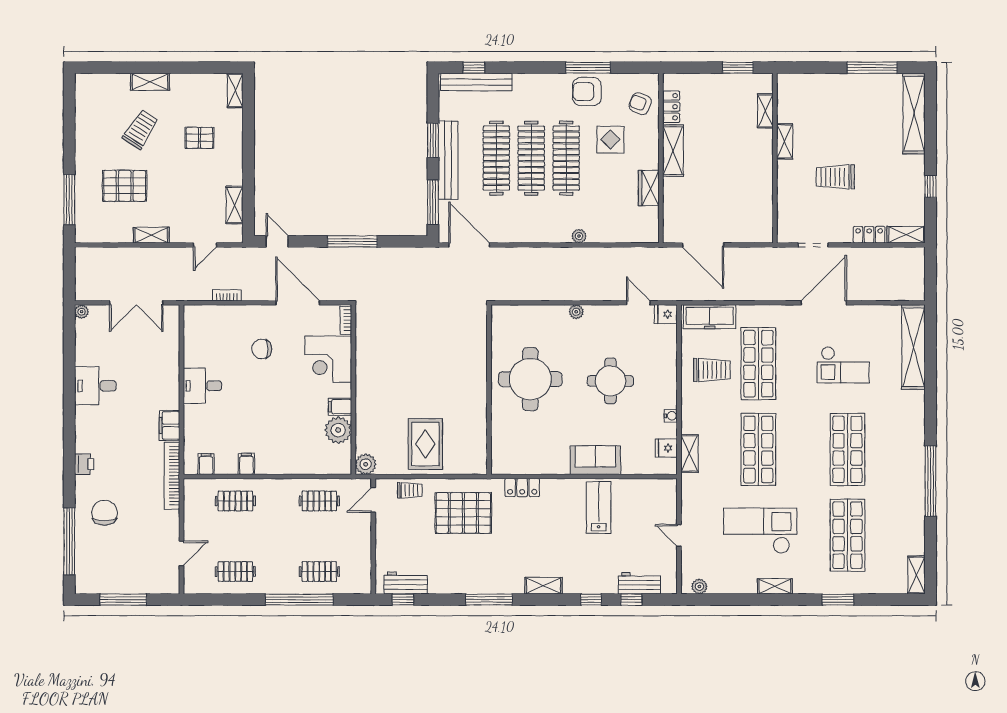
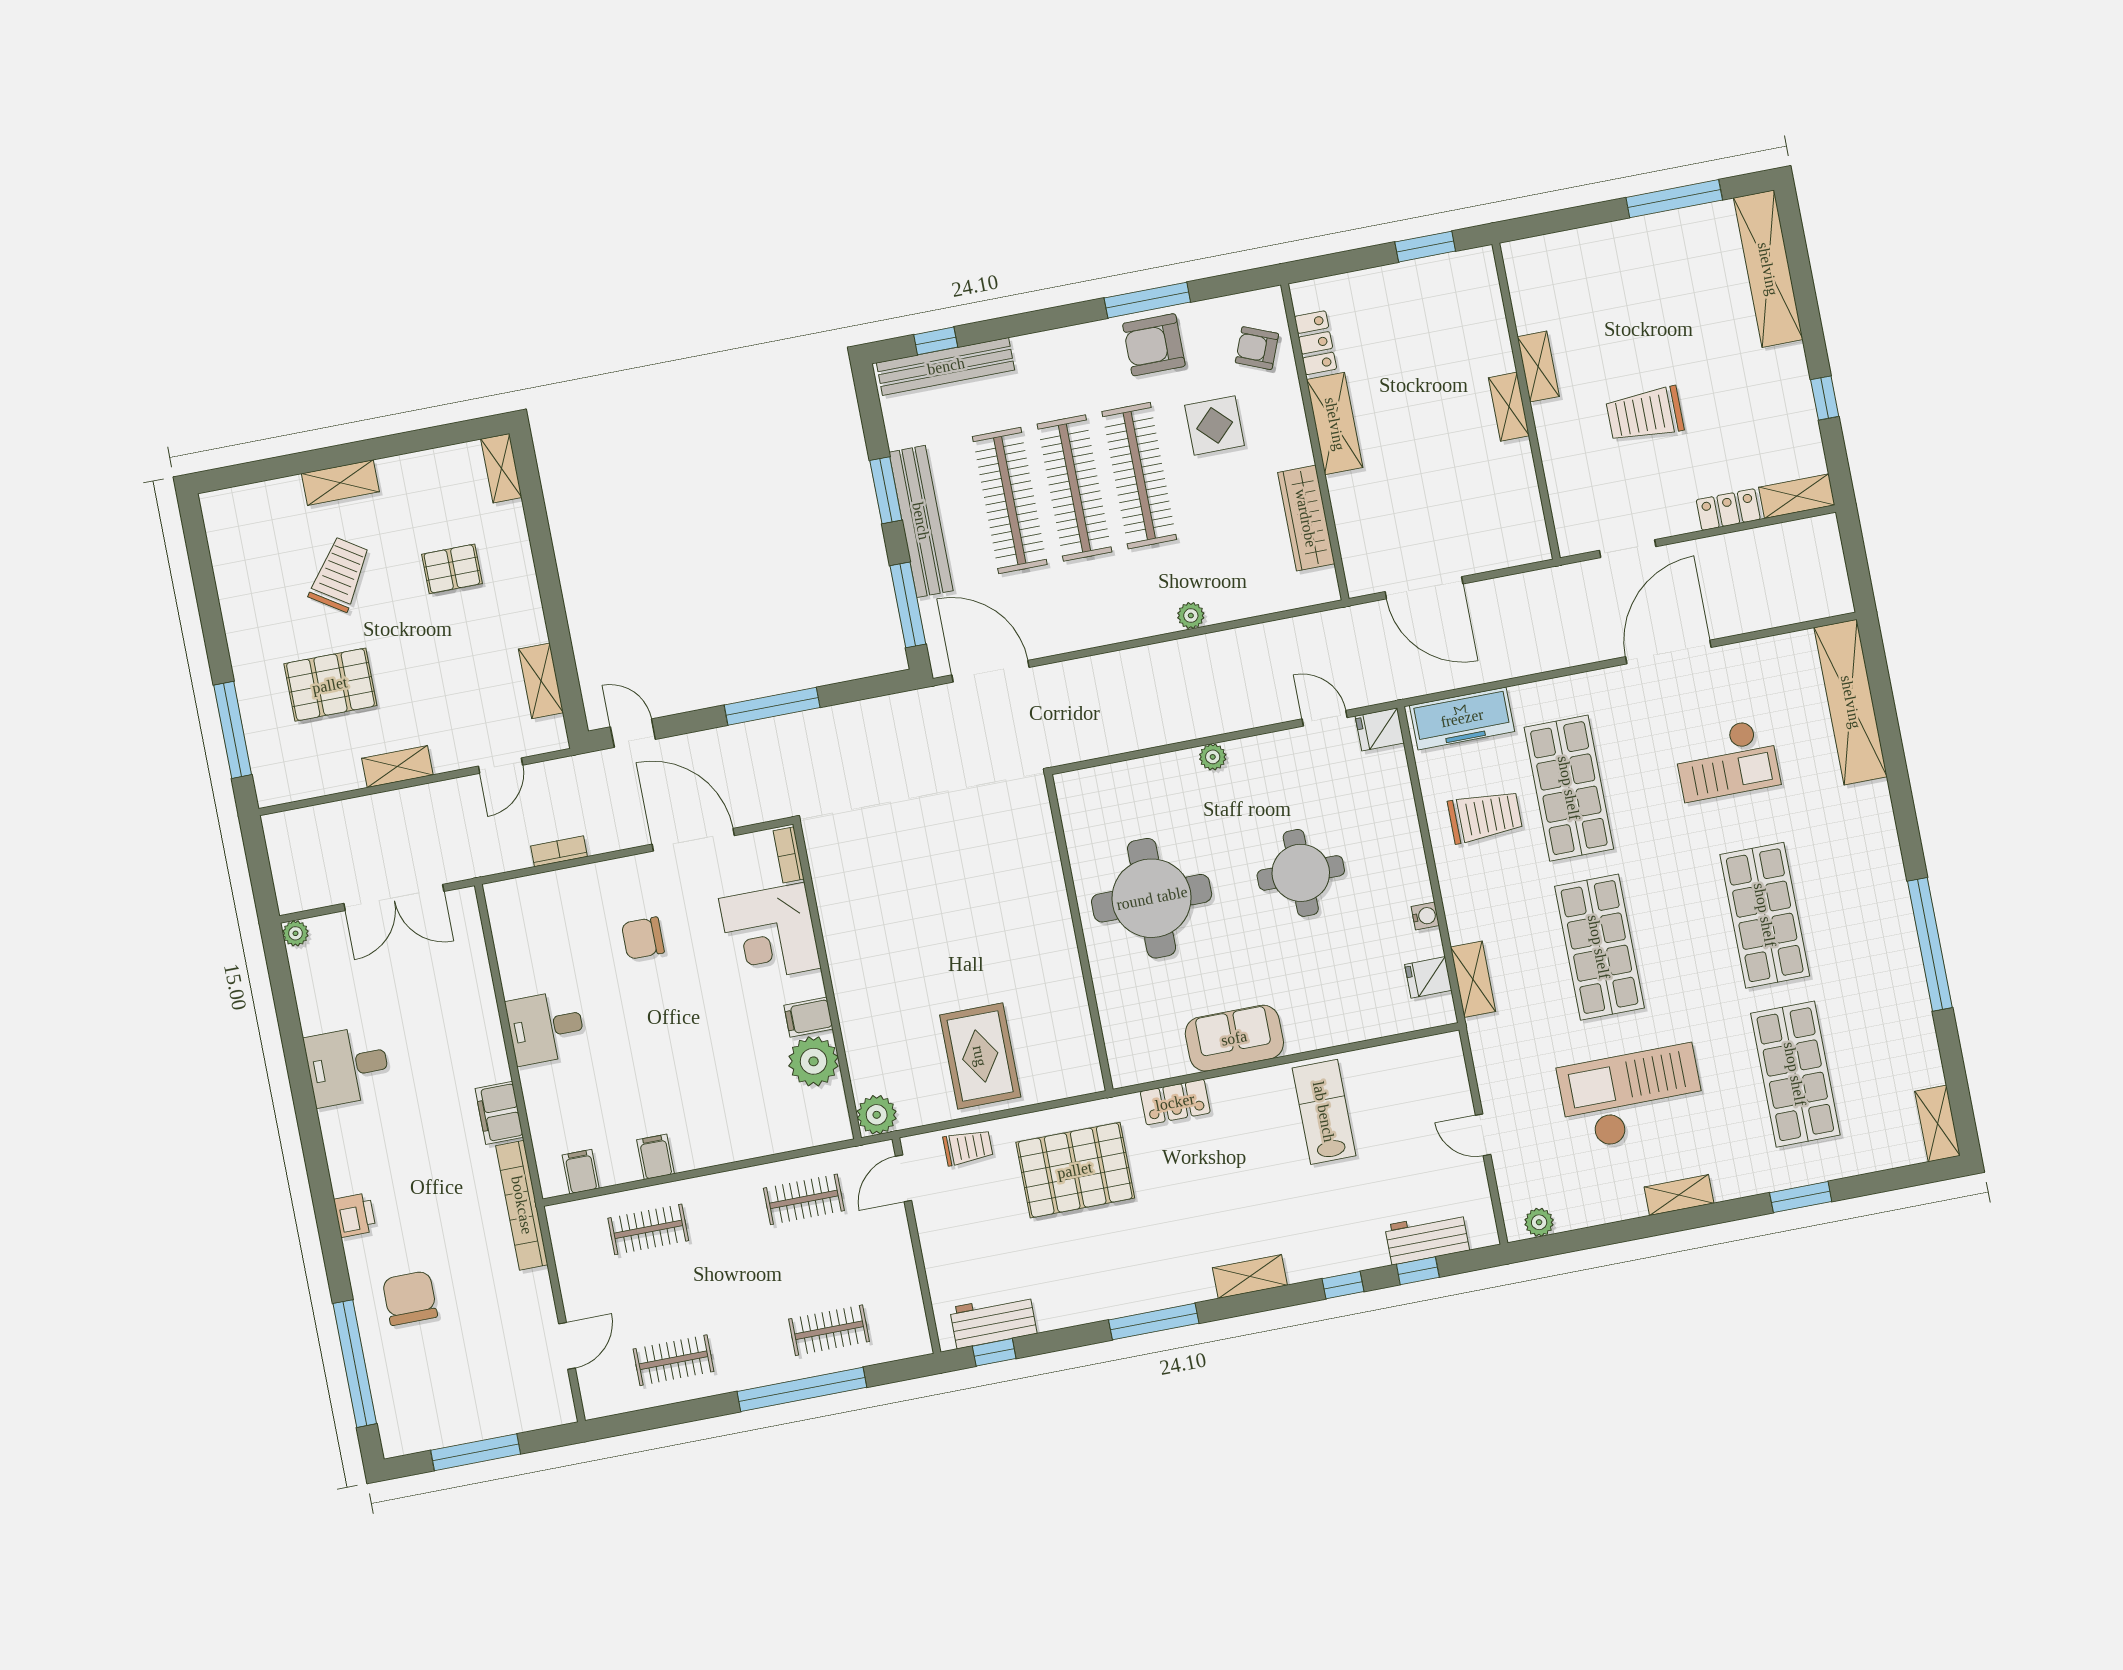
shelving: (765, 111) -> (1509, 407), moved
wardrobe: (649, 188) -> (1306, 518), width x1.50
sofa: (595, 460) -> (1234, 1038), moved

